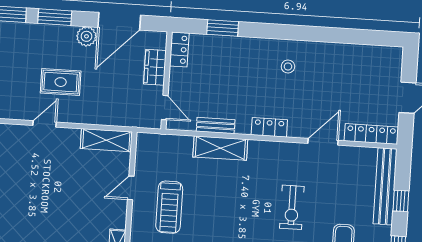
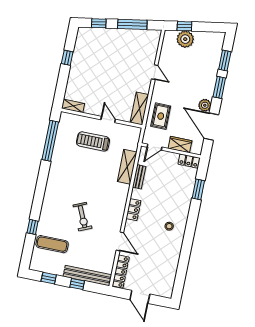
rug: (61, 82) -> (161, 116), moved
shelving: (220, 148) -> (127, 167), moved
exercise bike: (292, 207) -> (82, 217), turned -114

